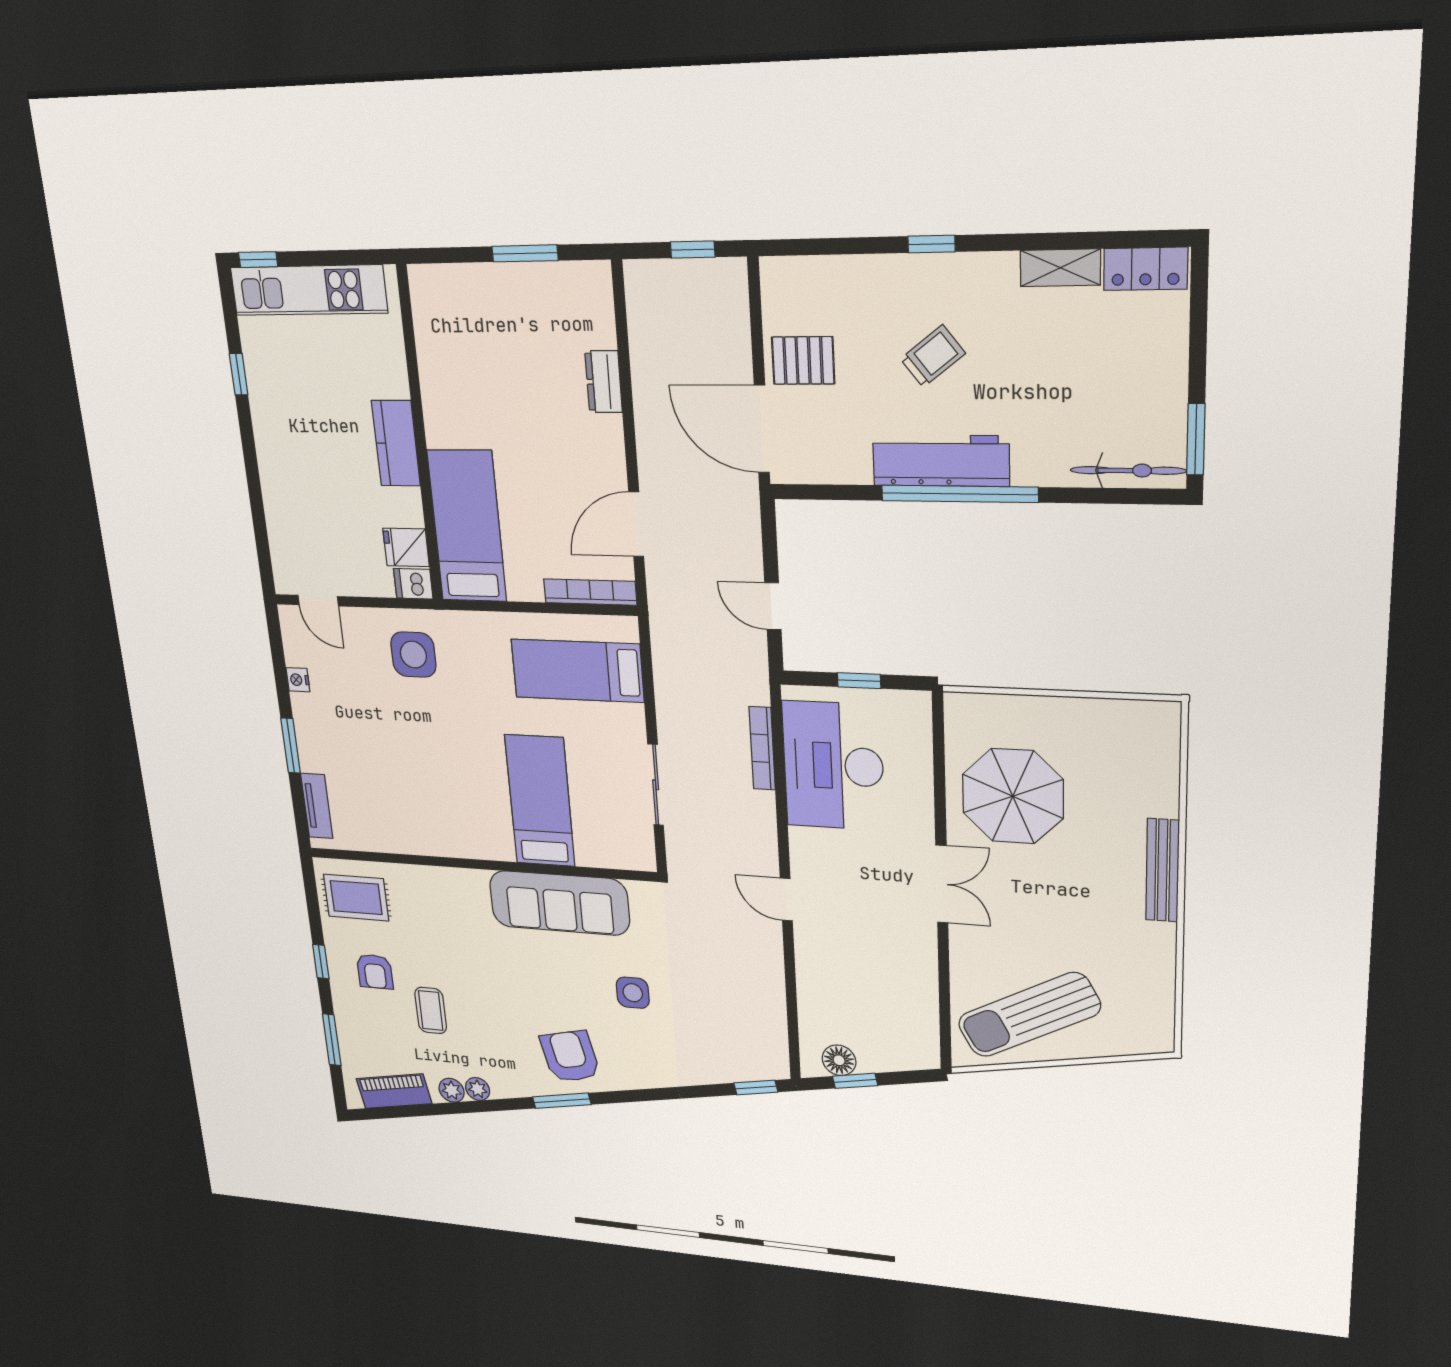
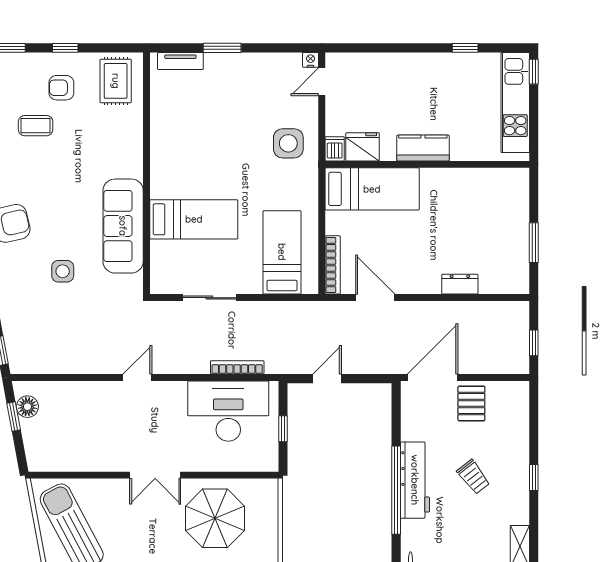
fridge: (406, 547) -> (363, 147), width x1.38
nightstand: (298, 680) -> (311, 60), moved

